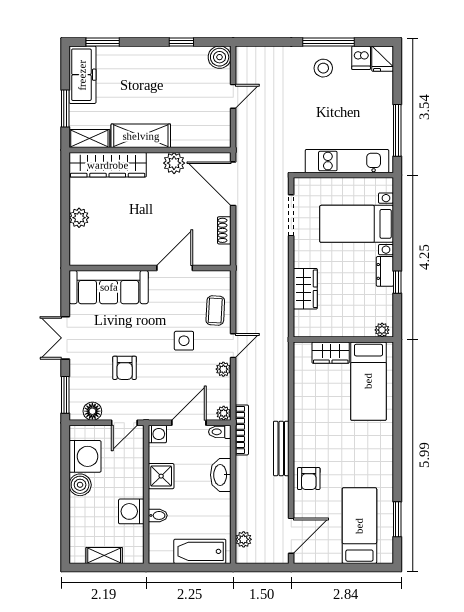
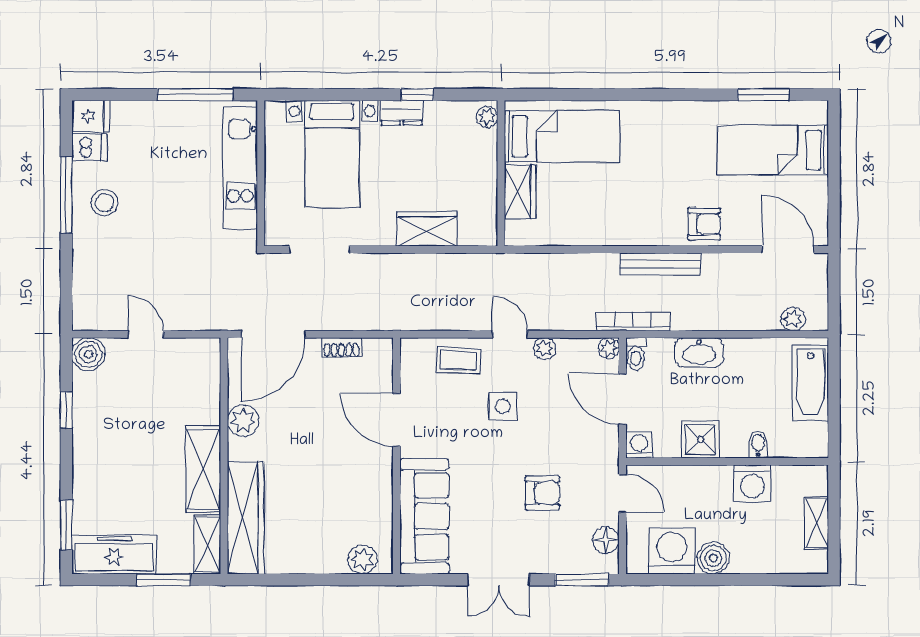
plant: (79, 218) -> (362, 560), moved

